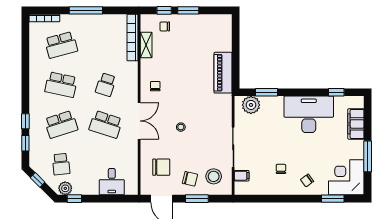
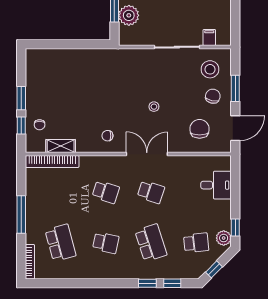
piano: (223, 73) -> (92, 59), removed
school desk: (61, 85) -> (106, 243), width x0.54
plant: (251, 105) -> (129, 15), moved
school desk: (106, 124) -> (151, 192), width x0.54

